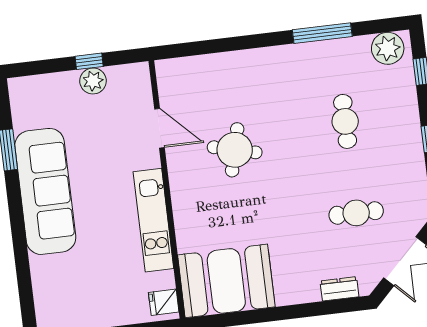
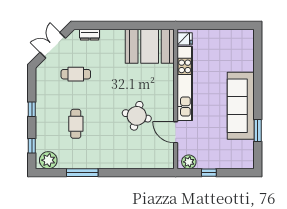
plant: (93, 81) -> (189, 162), moved
kitchen unit: (153, 220) -> (185, 83), width x1.36

